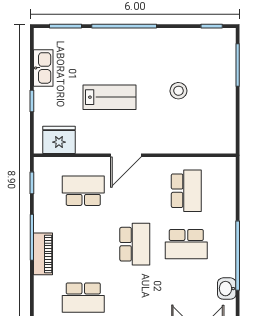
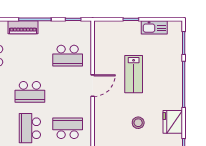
fridge: (59, 140) -> (173, 122), moved, turned 180
door: (126, 155) -> (93, 86), swing flipped
school desk: (83, 191) -> (68, 56), turned 90
school desk: (186, 191) -> (68, 128), turned 180

